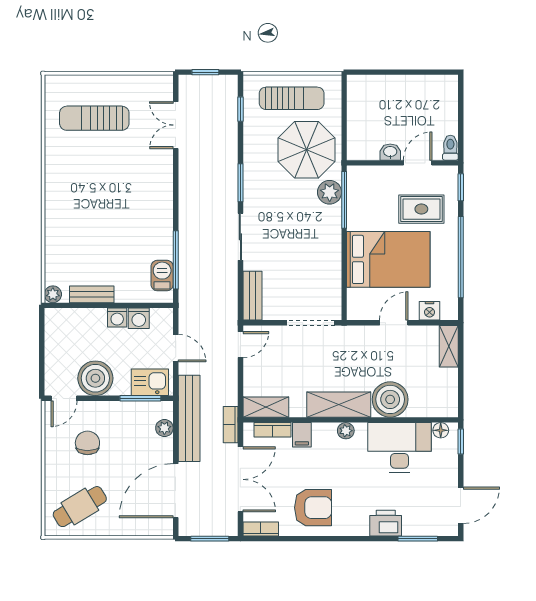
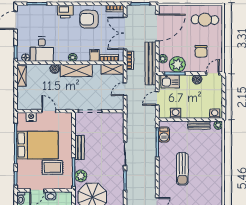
sun lounger: (125, 206) -> (182, 169), added
rug: (421, 209) -> (52, 167), moved
bed: (388, 259) -> (38, 145), moved, turned 180
bench: (252, 296) -> (79, 148), moved
washing machine: (117, 318) -> (215, 114), moved
door: (394, 323) -> (49, 111), swing flipped
door: (240, 345) -> (125, 89), moved
shelving: (449, 346) -> (22, 76), moved
door: (176, 348) -> (157, 98), hinge flipped
boiler: (95, 378) -> (197, 79), width x0.54, depth x0.54
boiler: (390, 399) -> (55, 69), width x0.54, depth x0.54
plant: (135, 417) -> (177, 64), added
desk: (399, 447) -> (42, 49), width x0.73
cafe table: (80, 507) -> (205, 20), turned 33
printer: (386, 523) -> (65, 11), moved

